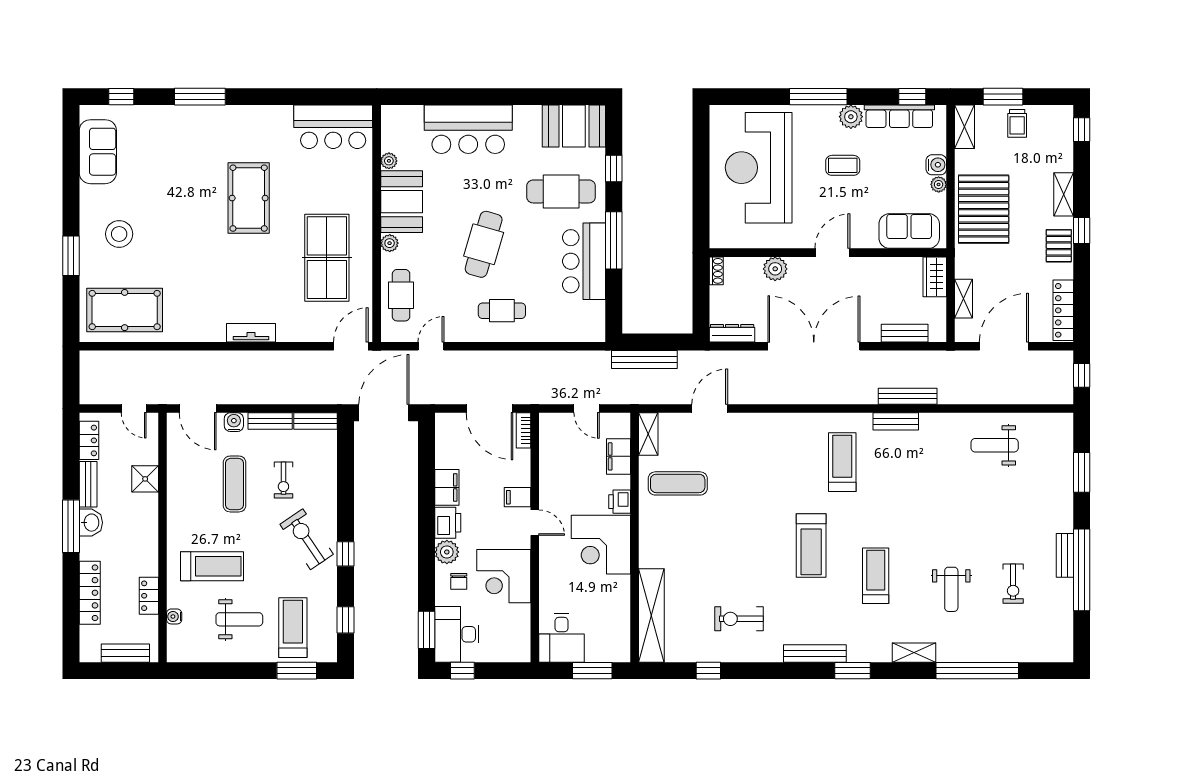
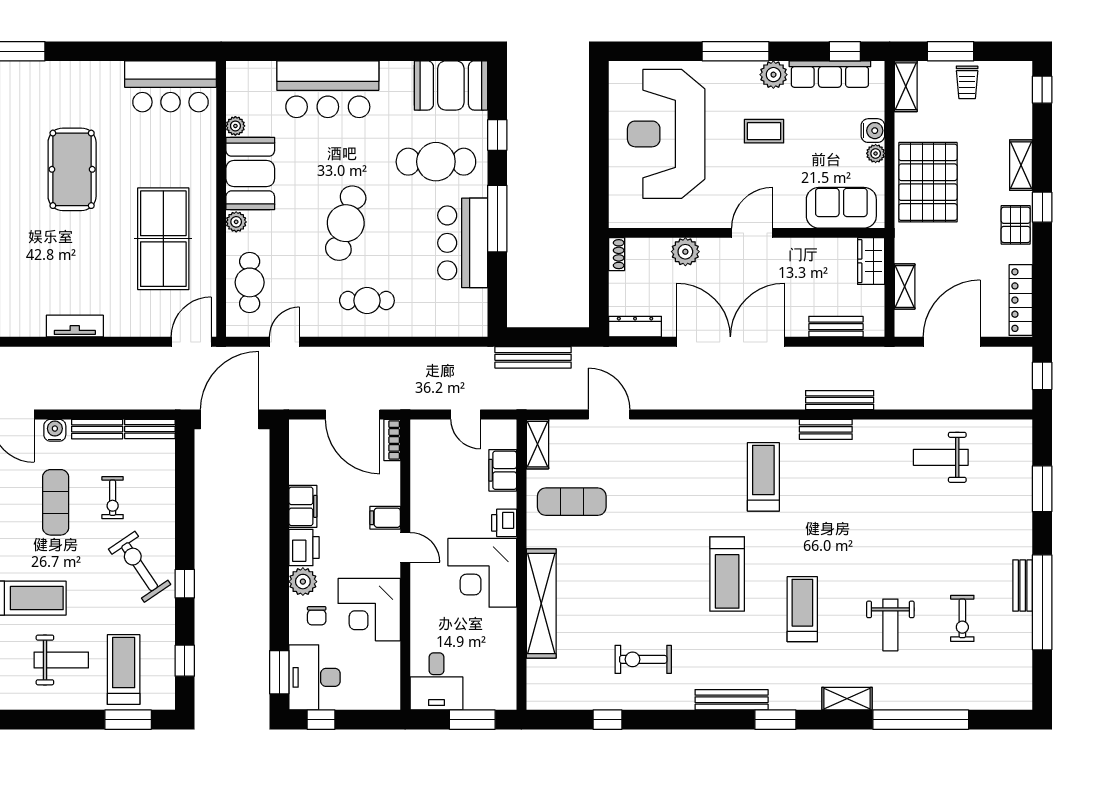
door: (710, 409) -> (609, 414), hinge flipped
shelving: (651, 615) -> (541, 604), moved

